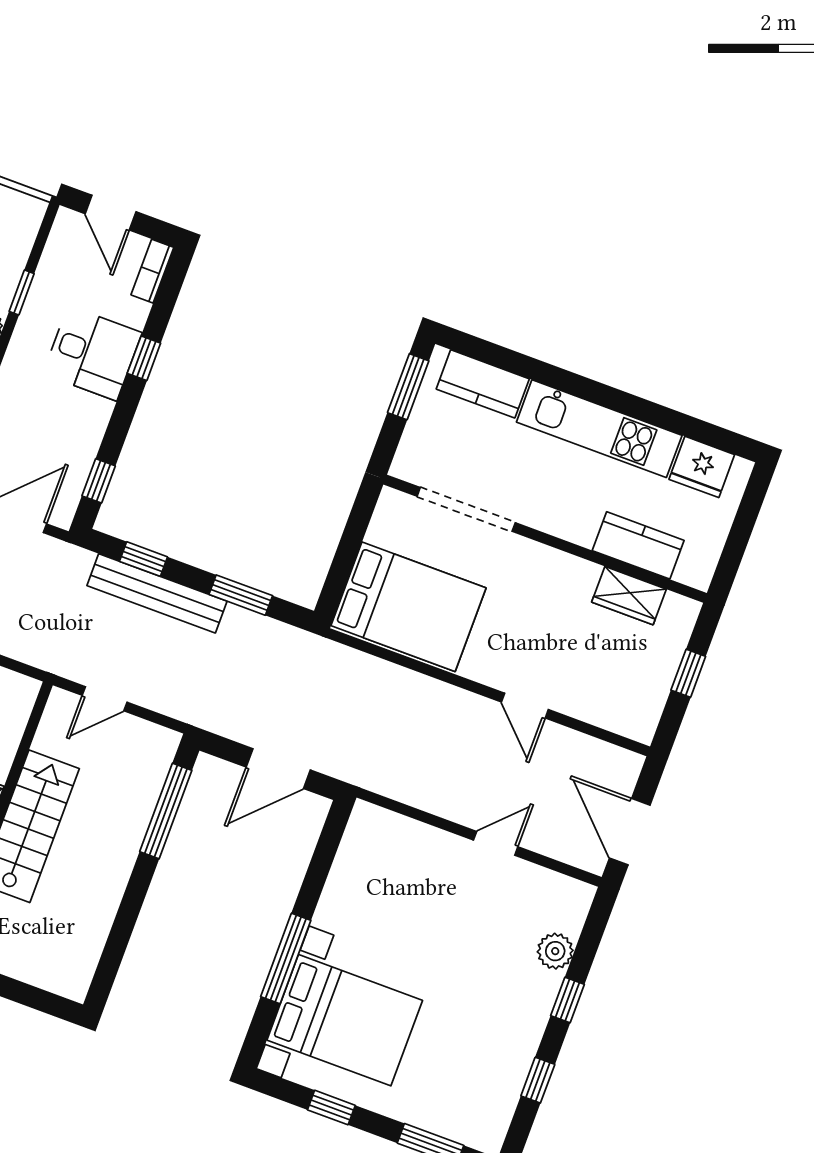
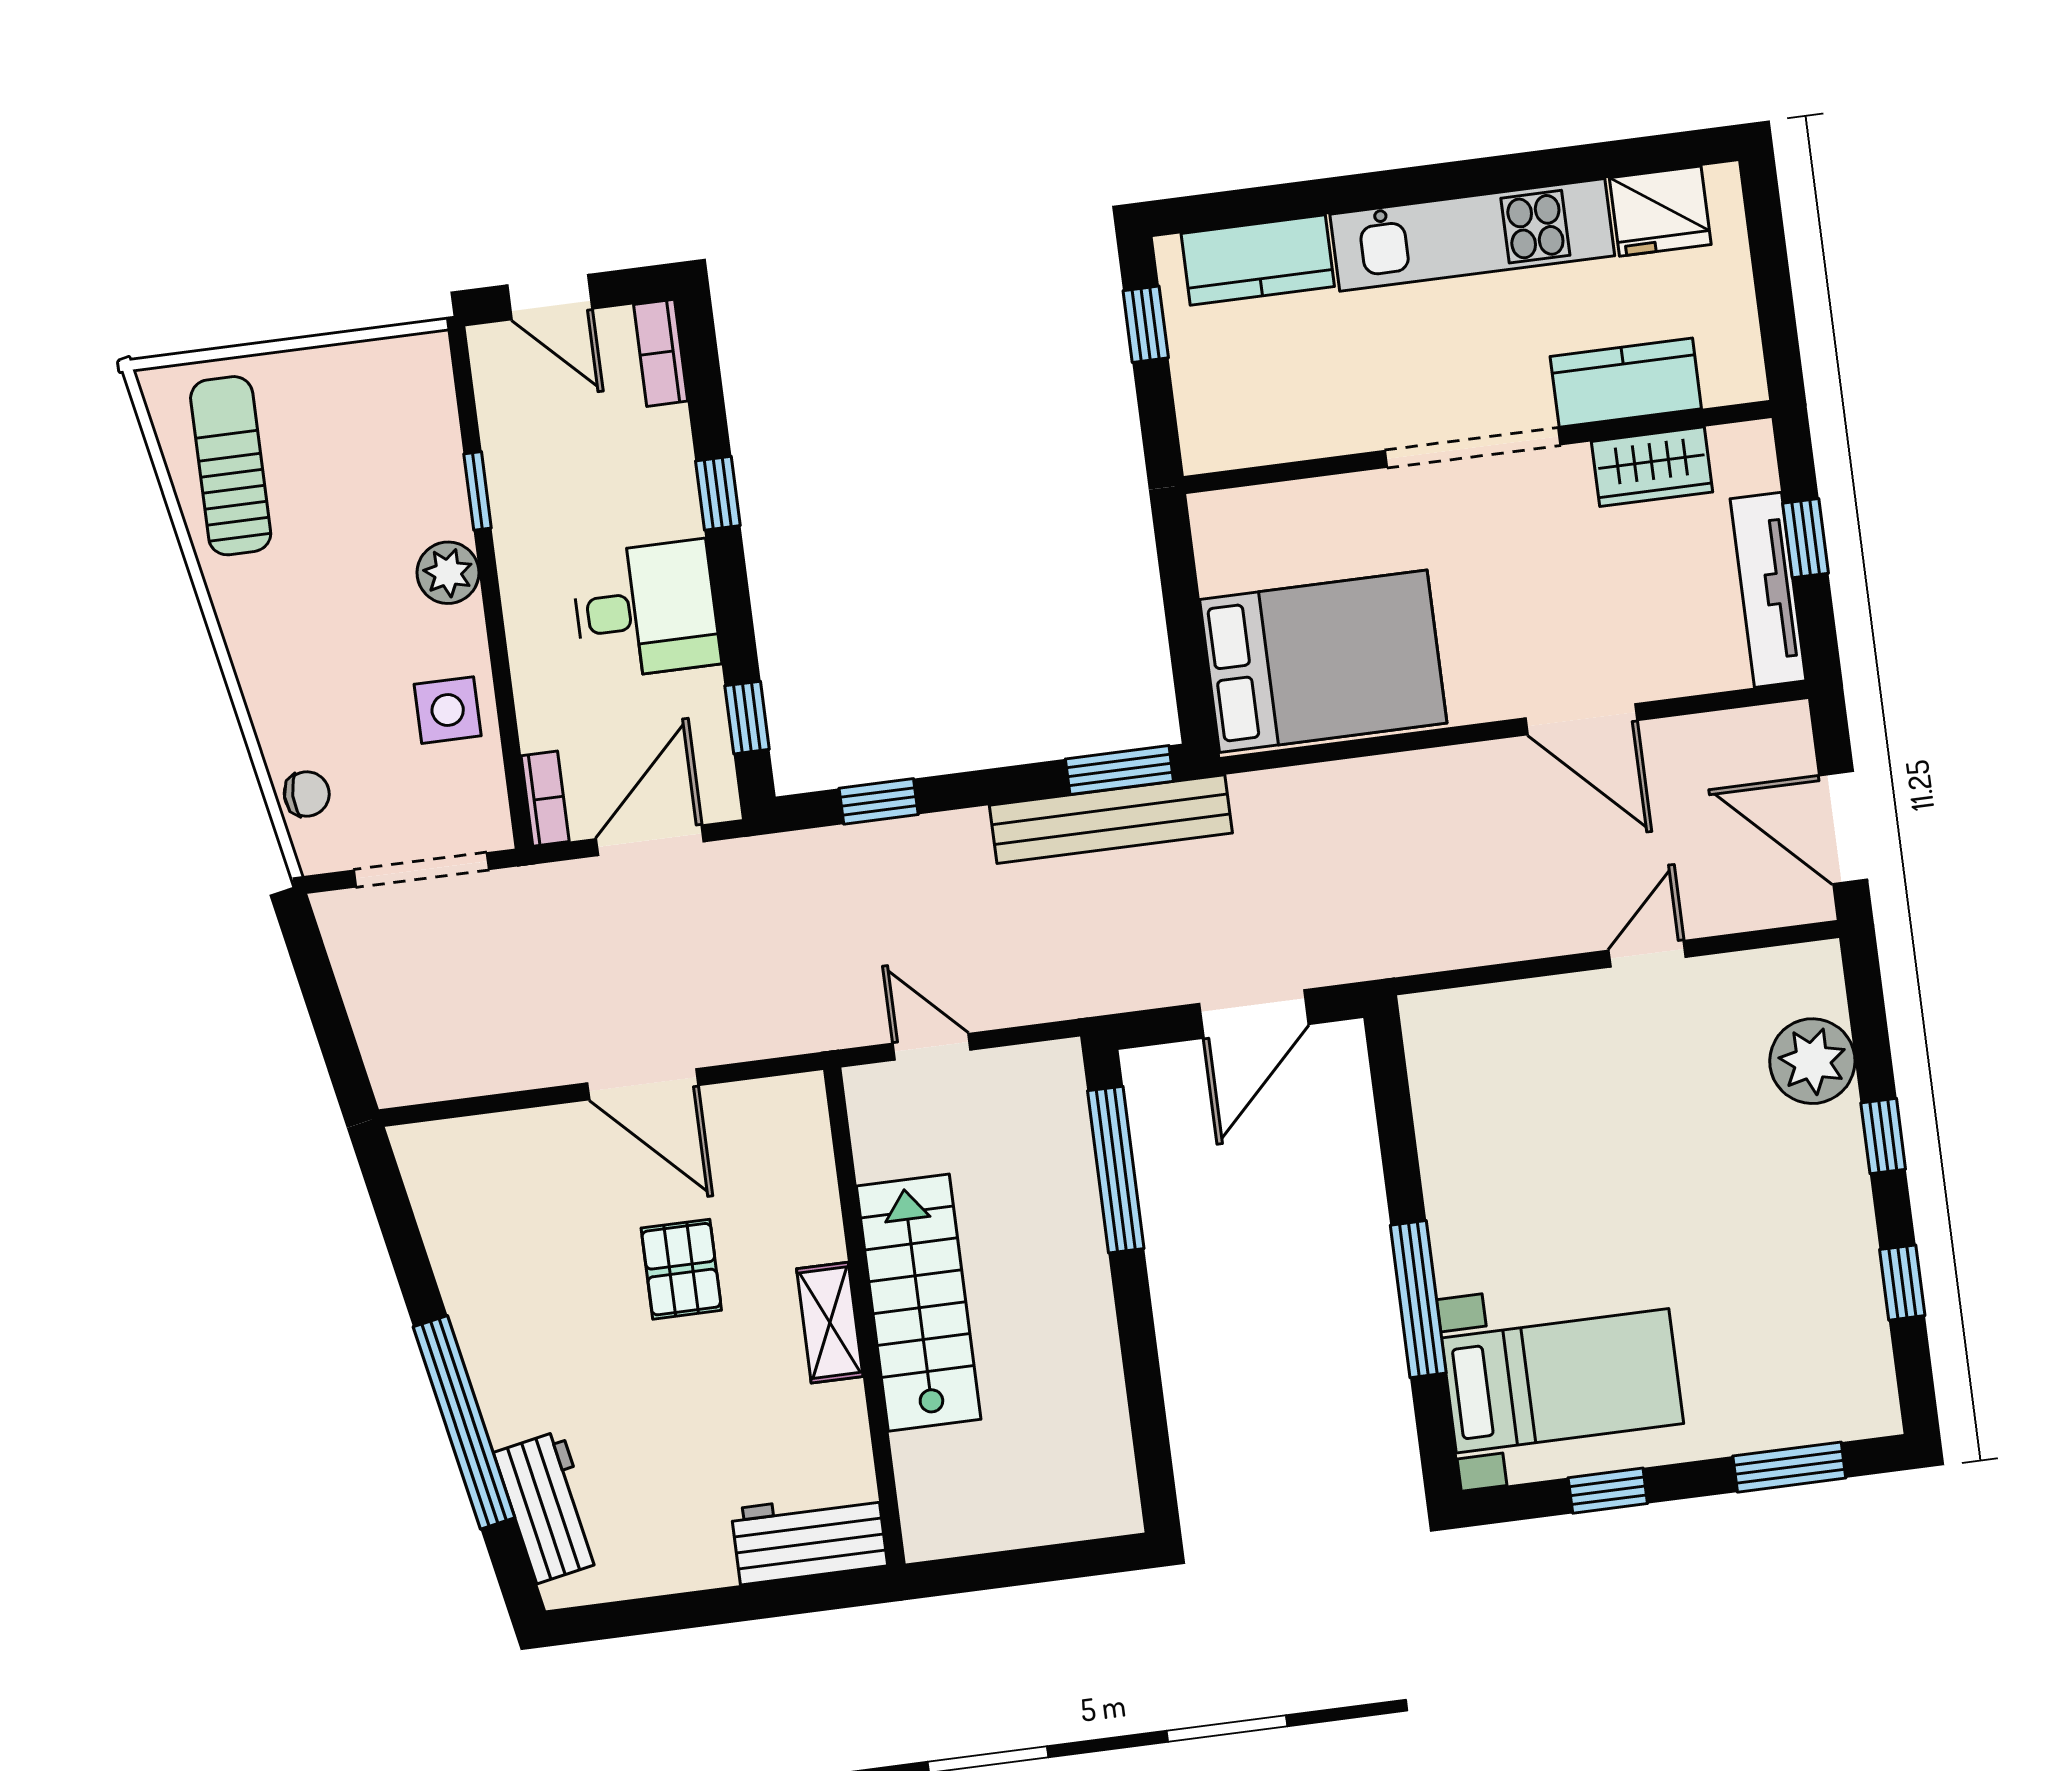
desk: (92, 353) -> (646, 610), moved
window: (408, 387) -> (1146, 324), width x0.67
doorway: (466, 509) -> (1473, 448), moved
bench: (157, 593) -> (1111, 819), moved
window: (241, 595) -> (1119, 770), moved
tv unit: (655, 690) -> (1768, 590), added
door: (105, 699) -> (932, 1047), swing flipped
door: (525, 706) -> (1581, 719), width x1.38
plant: (555, 951) -> (1812, 1061), width x1.36, depth x1.36
bed with nightstands: (345, 1020) -> (1562, 1381), width x0.73

